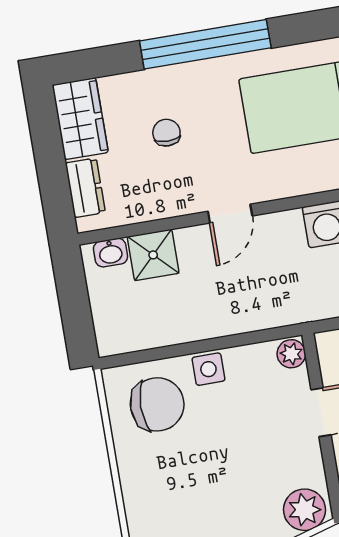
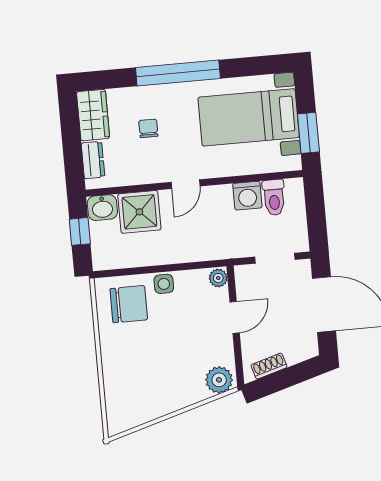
washbasin: (111, 253) -> (102, 208), width x1.38, depth x1.45
shower: (153, 255) -> (139, 212), width x1.36, depth x1.36
window: (74, 299) -> (80, 231), added

